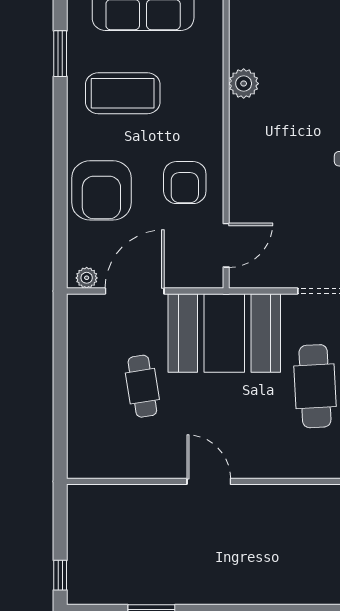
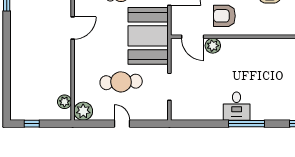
plant: (244, 84) -> (213, 46), moved

